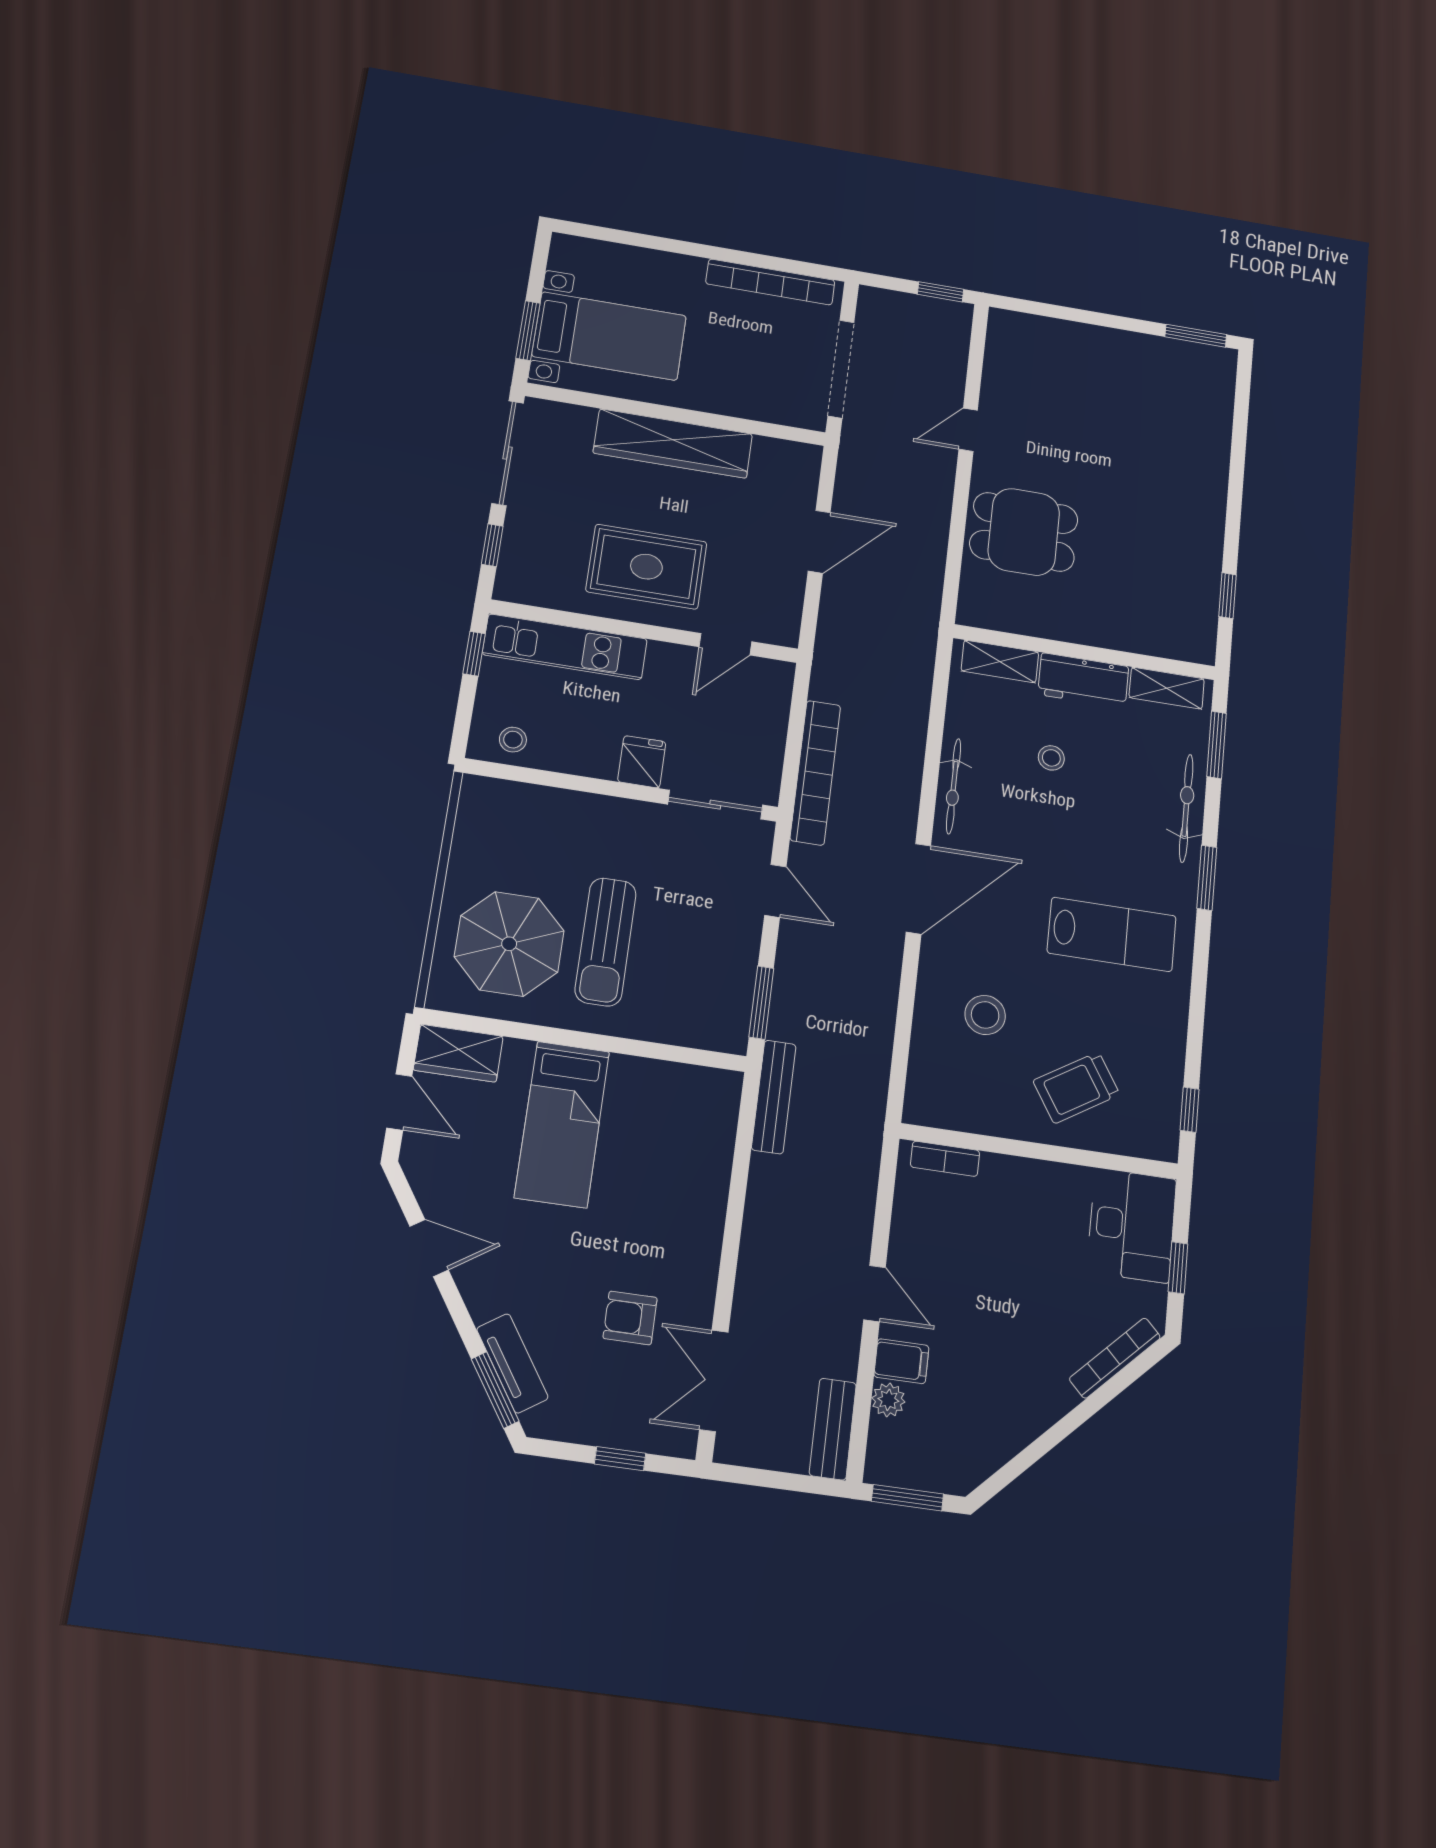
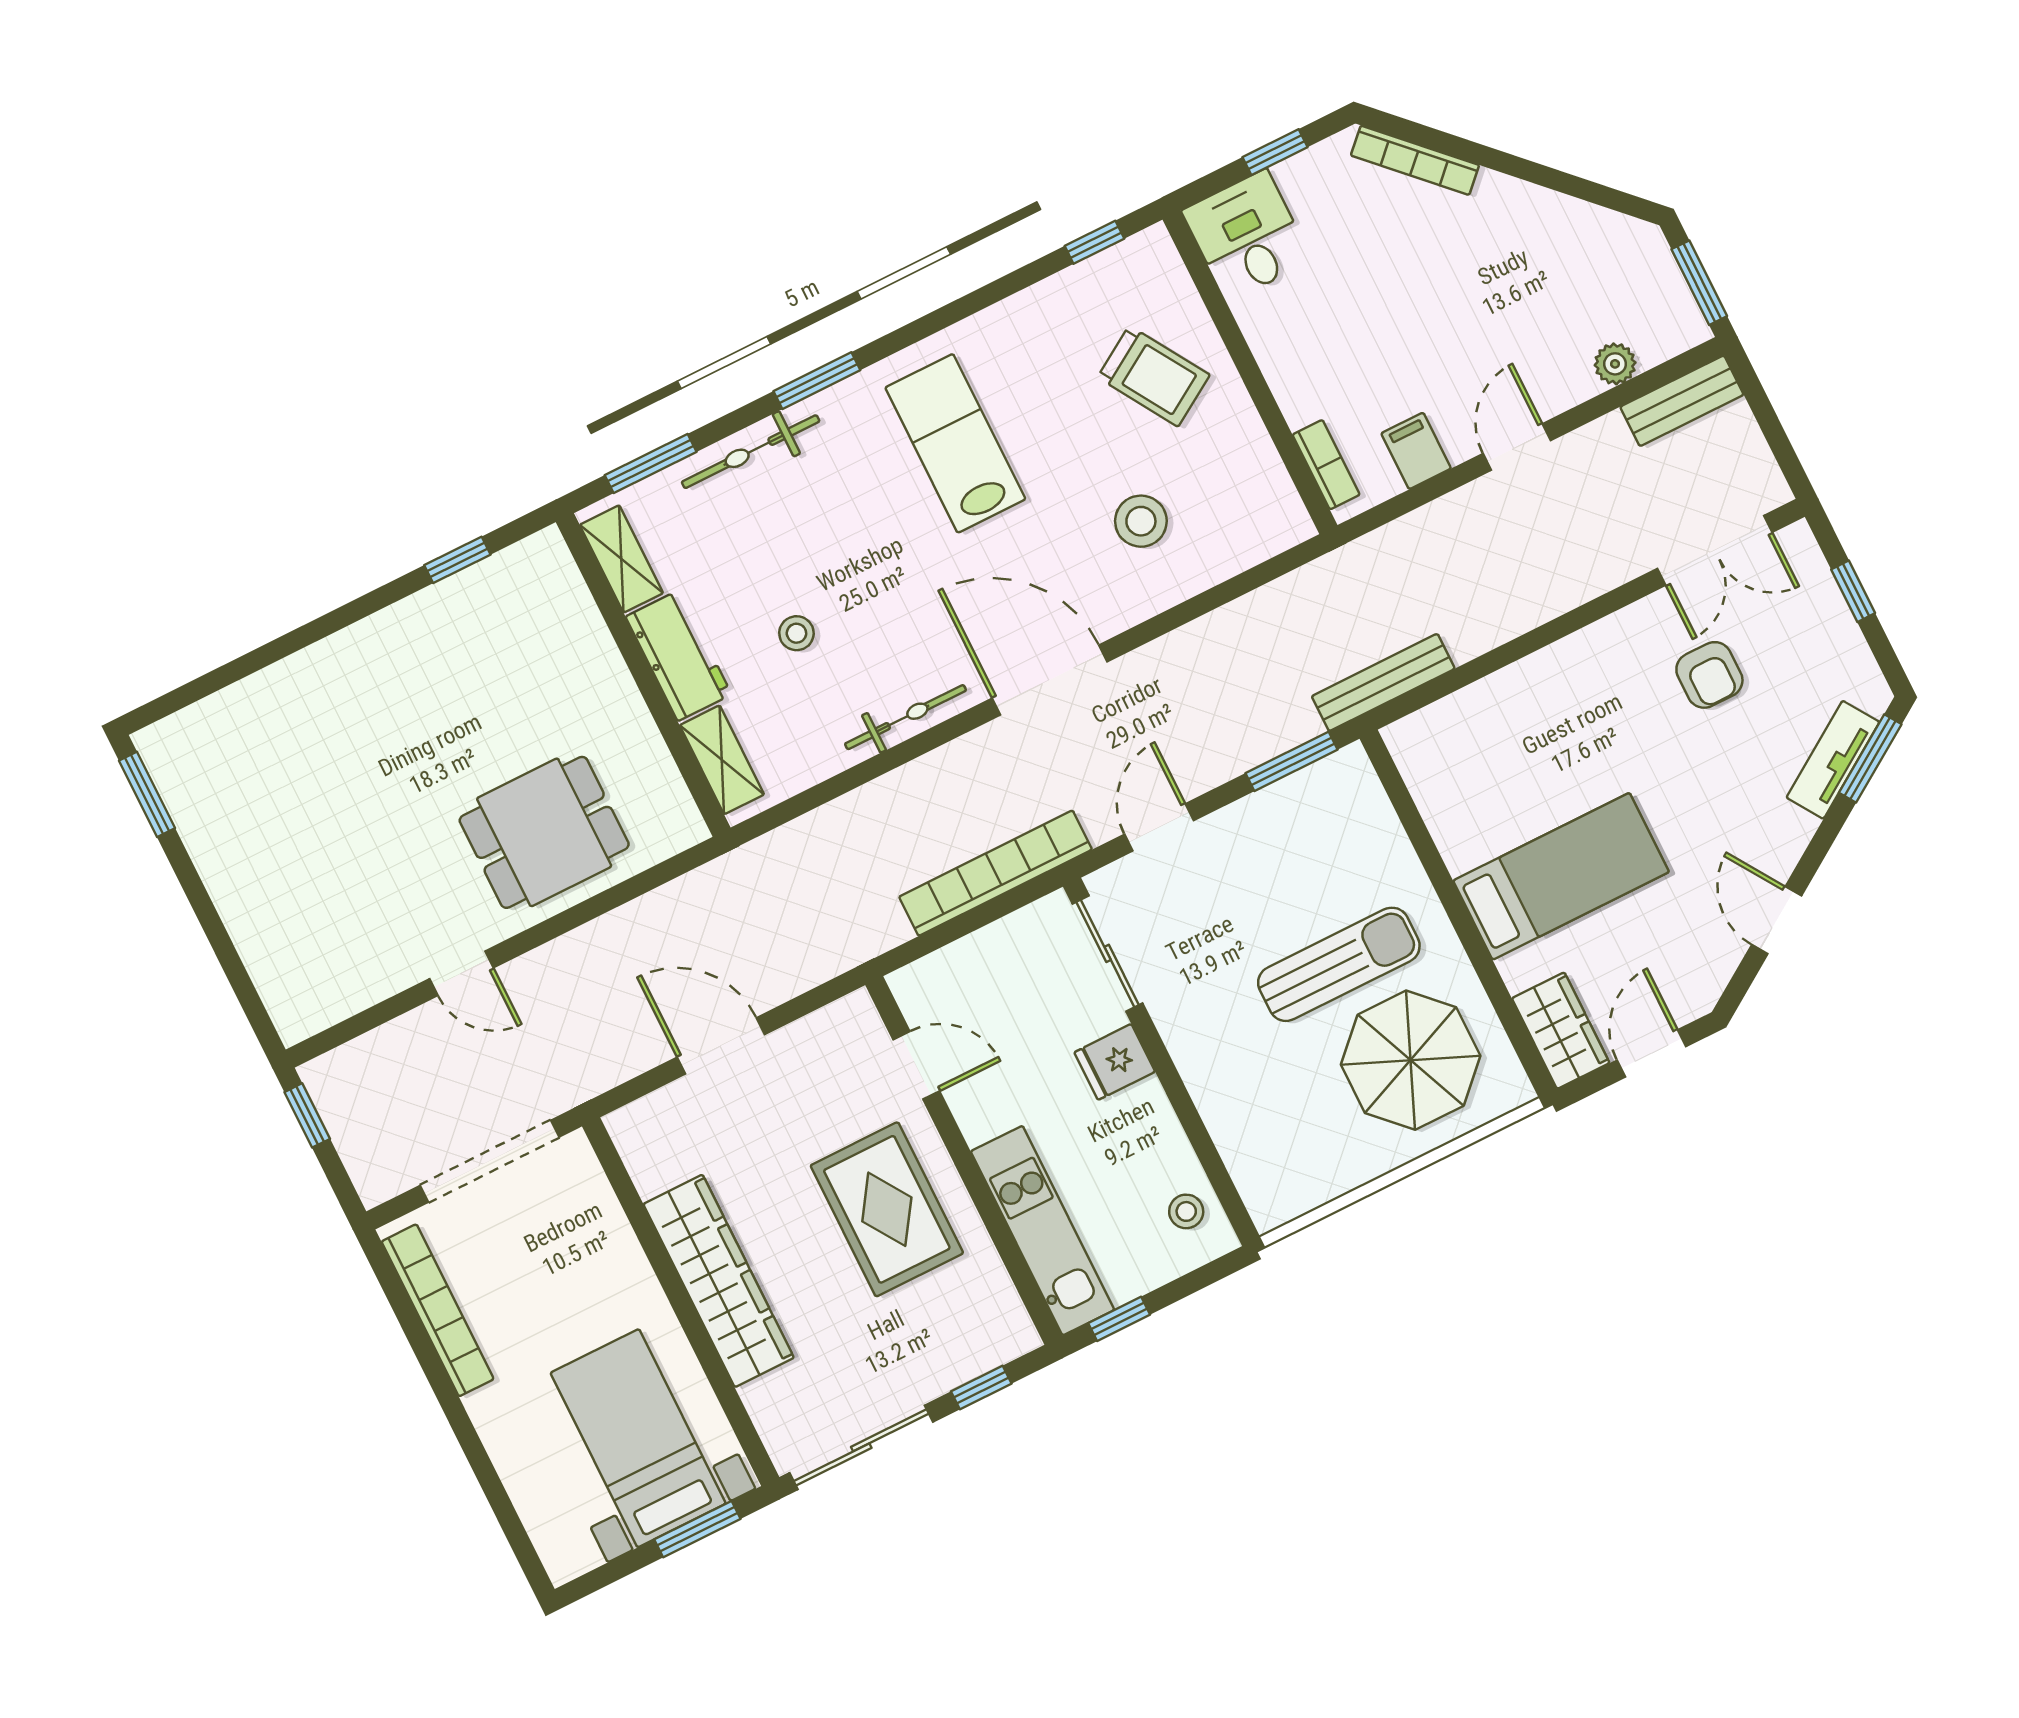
dining table: (1024, 532) -> (544, 832), turned 90
desk: (1132, 1225) -> (1247, 236), width x0.73
filing cabinet: (901, 1361) -> (1416, 451), moved

